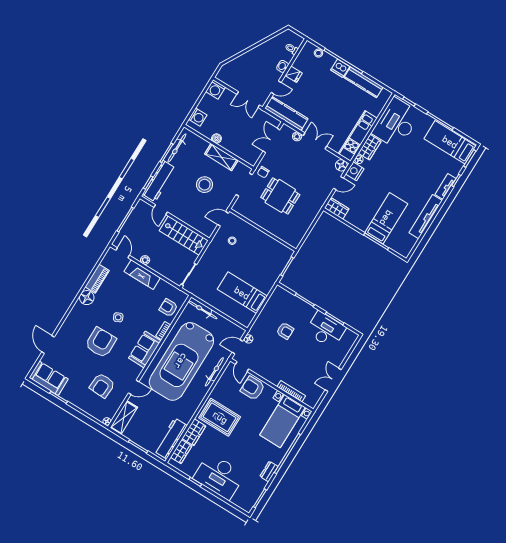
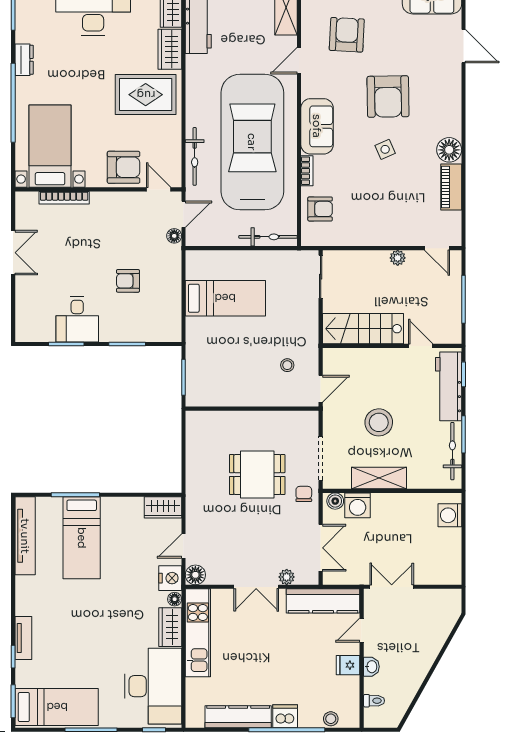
washing machine: (216, 89) -> (358, 505), moved, turned 180
boiler: (216, 138) -> (335, 501), moved
tv unit: (426, 217) -> (25, 536), moved
fireplace: (142, 275) -> (389, 234), removed
desk: (326, 330) -> (77, 319), width x0.73

